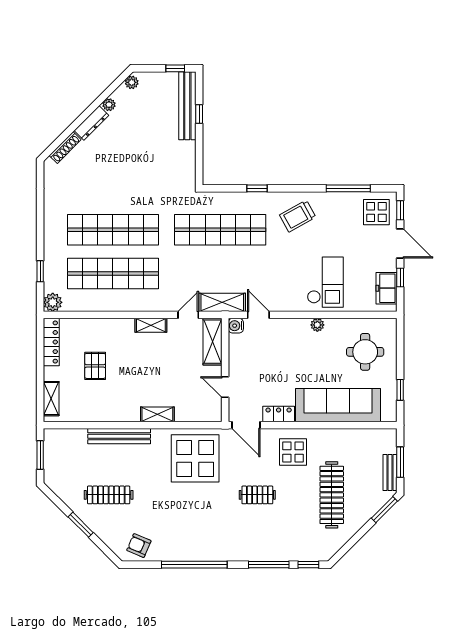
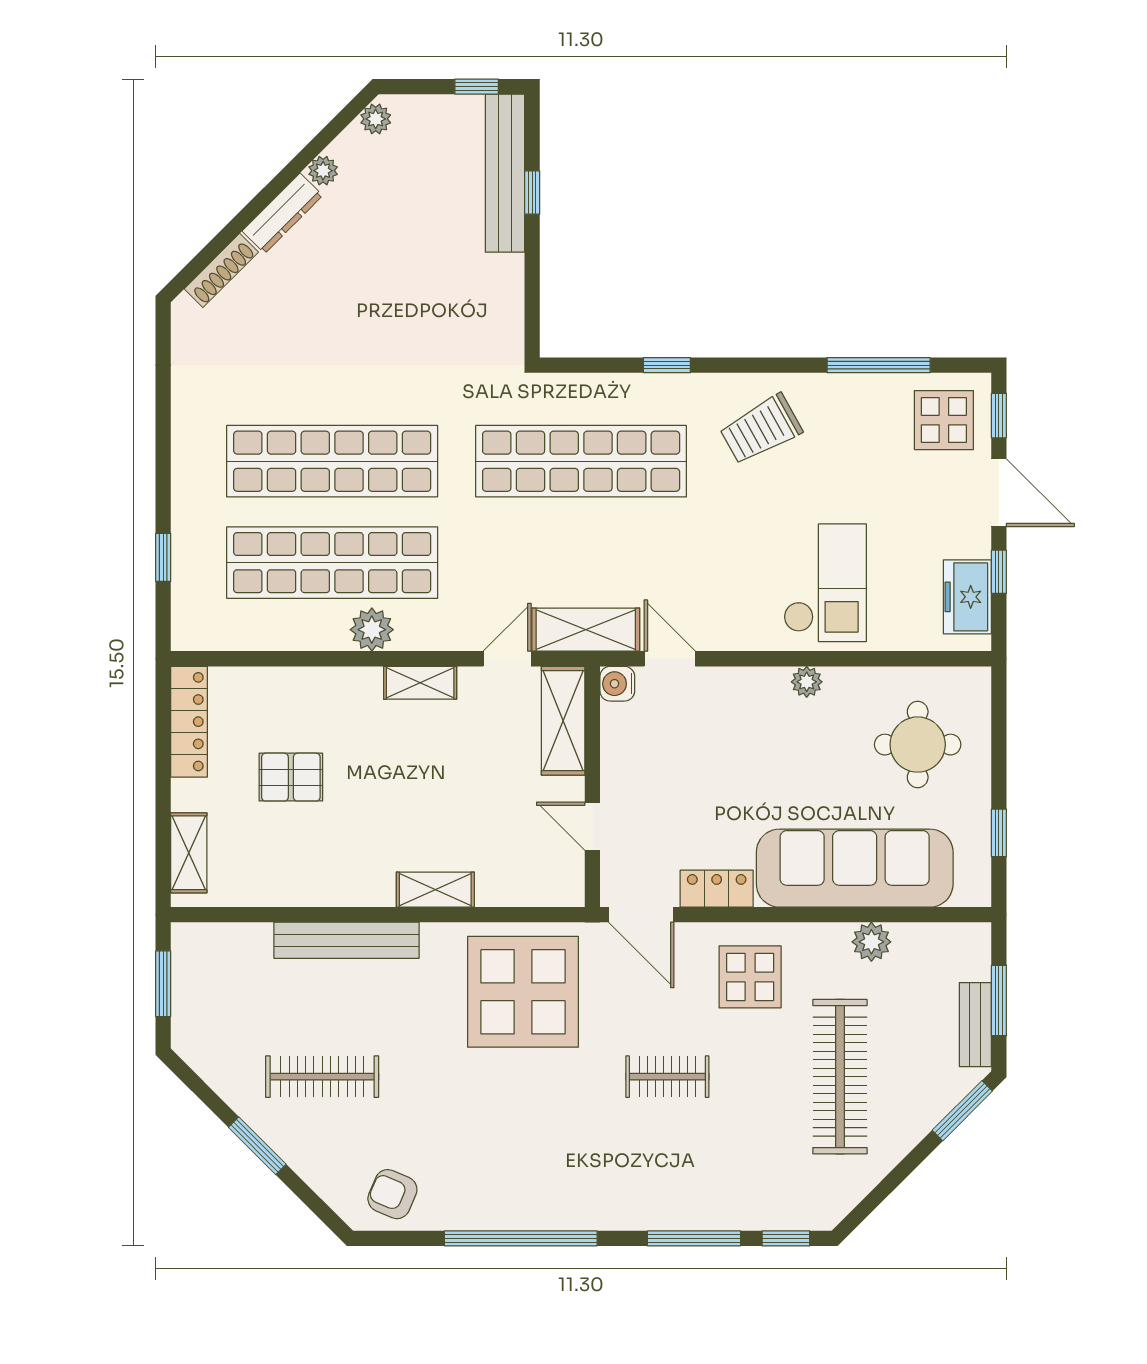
plant: (53, 302) -> (372, 630), moved
pallet: (95, 366) -> (291, 777), turned 90
plant: (345, 437) -> (871, 942), added

